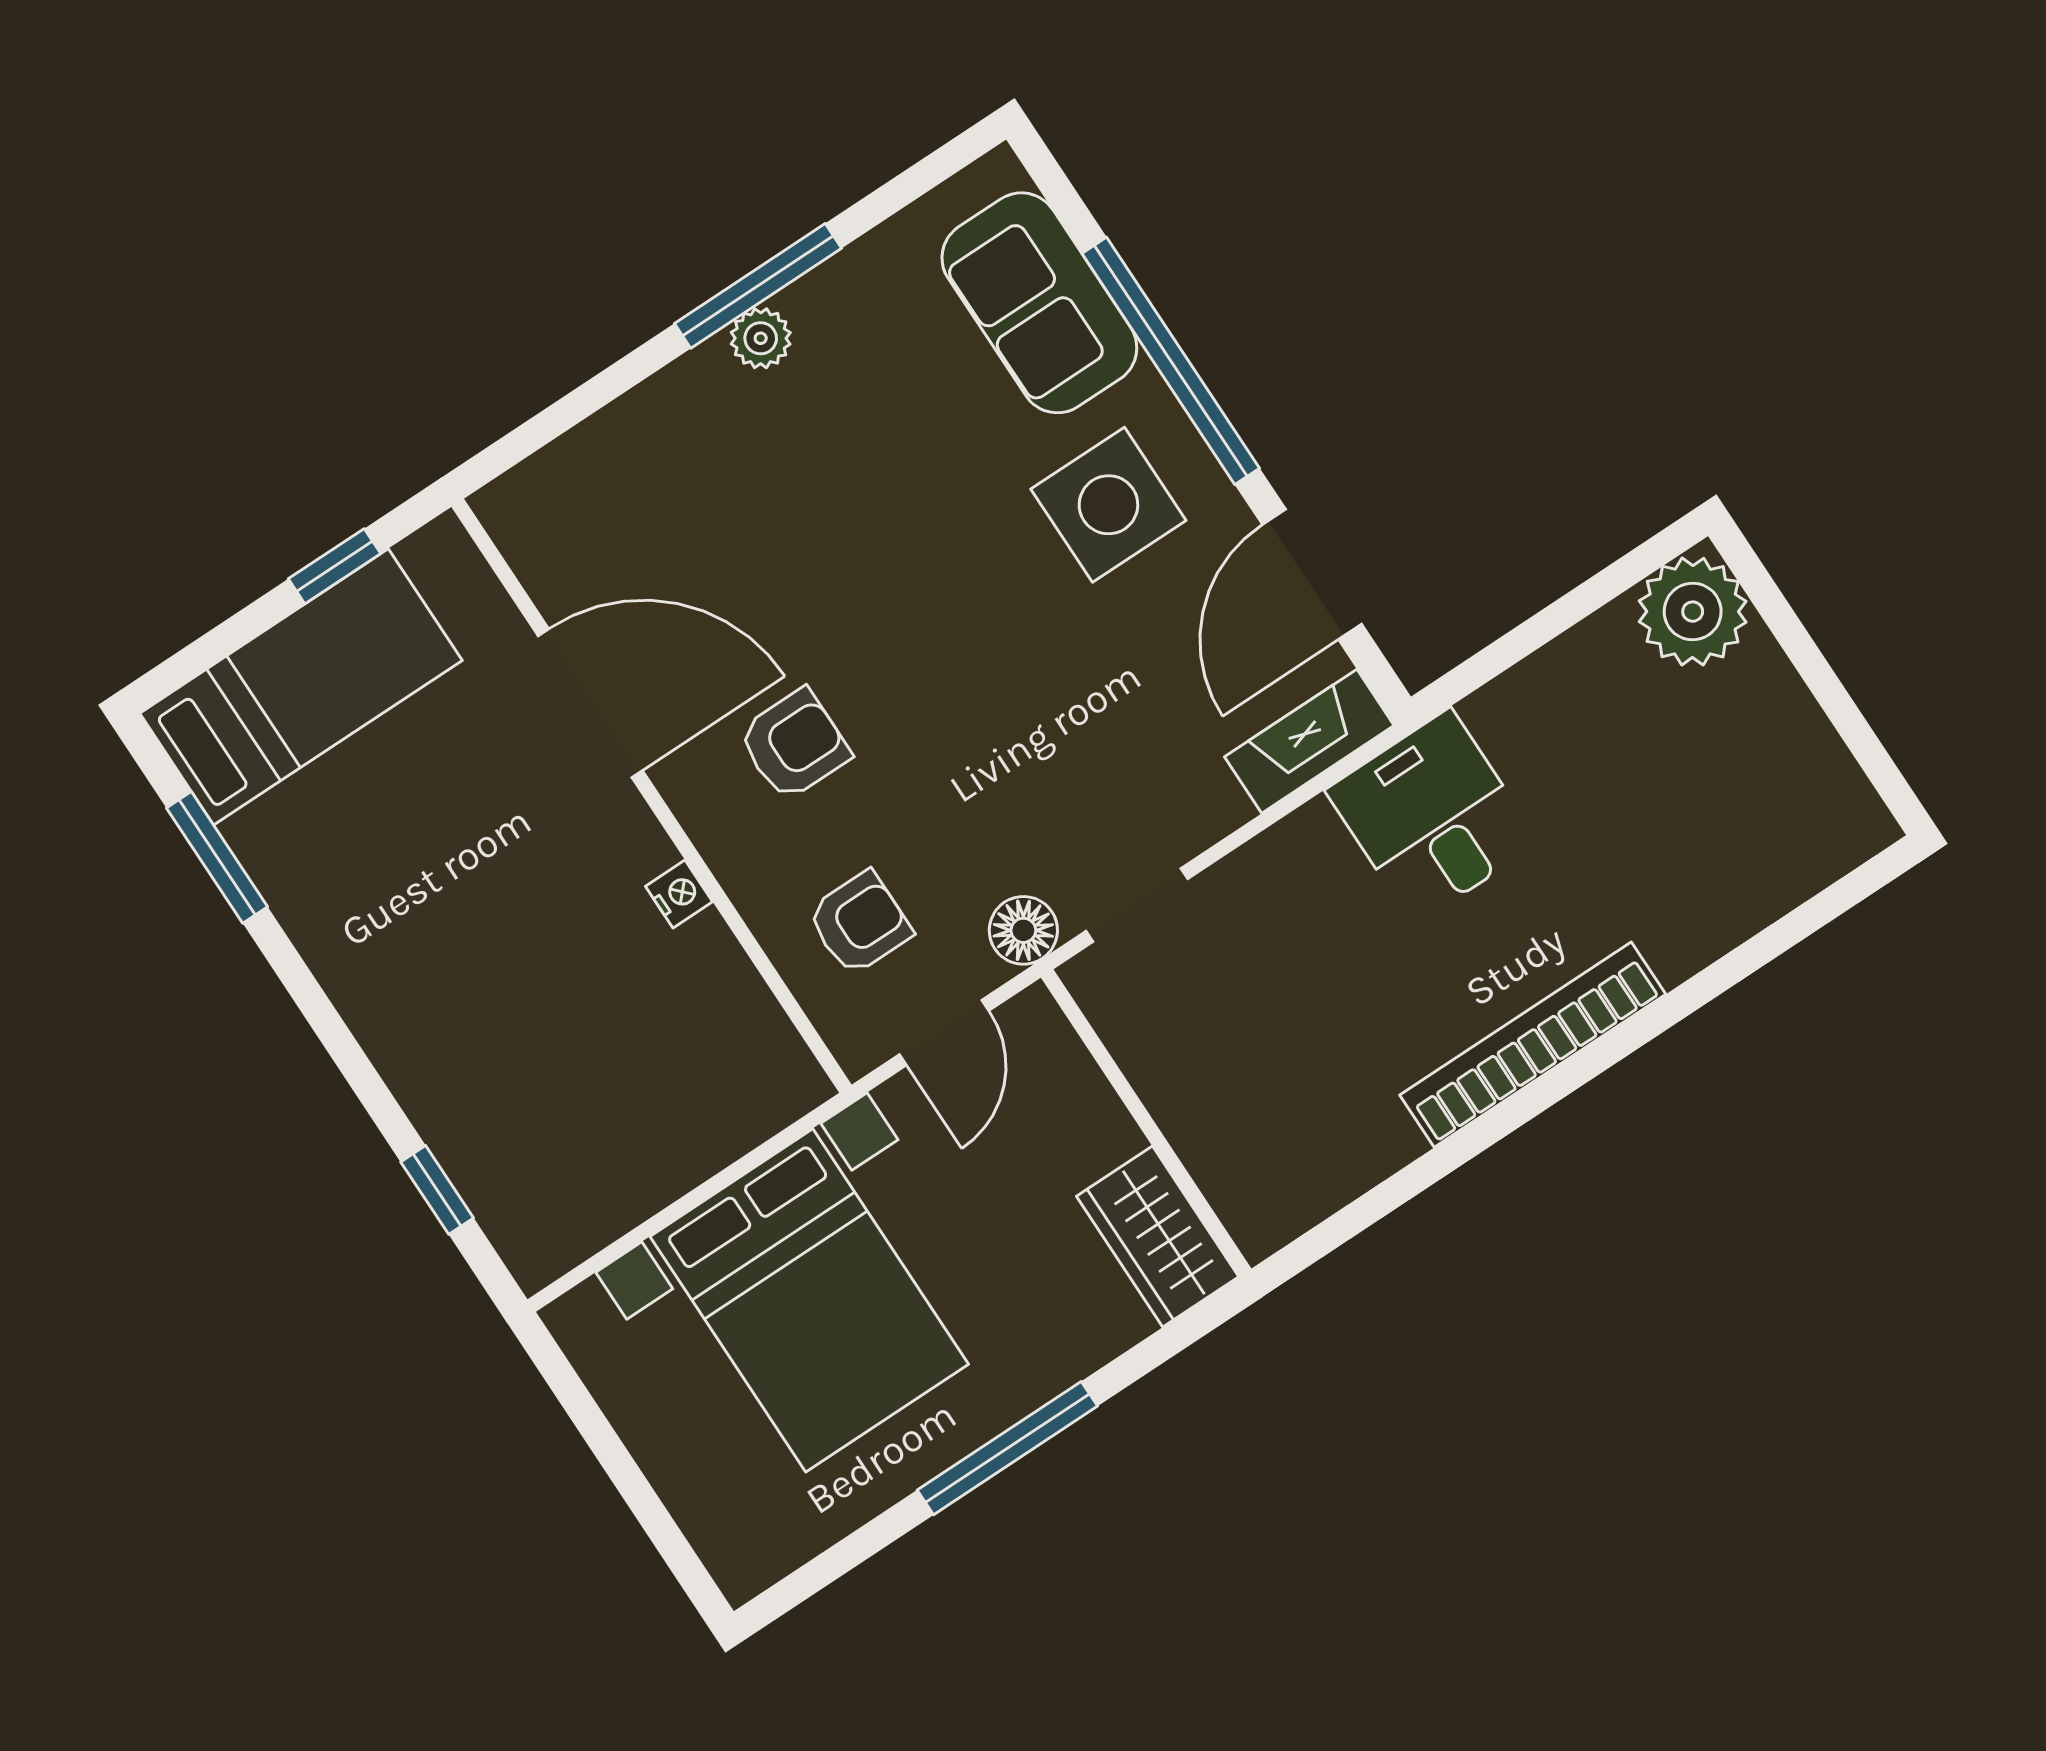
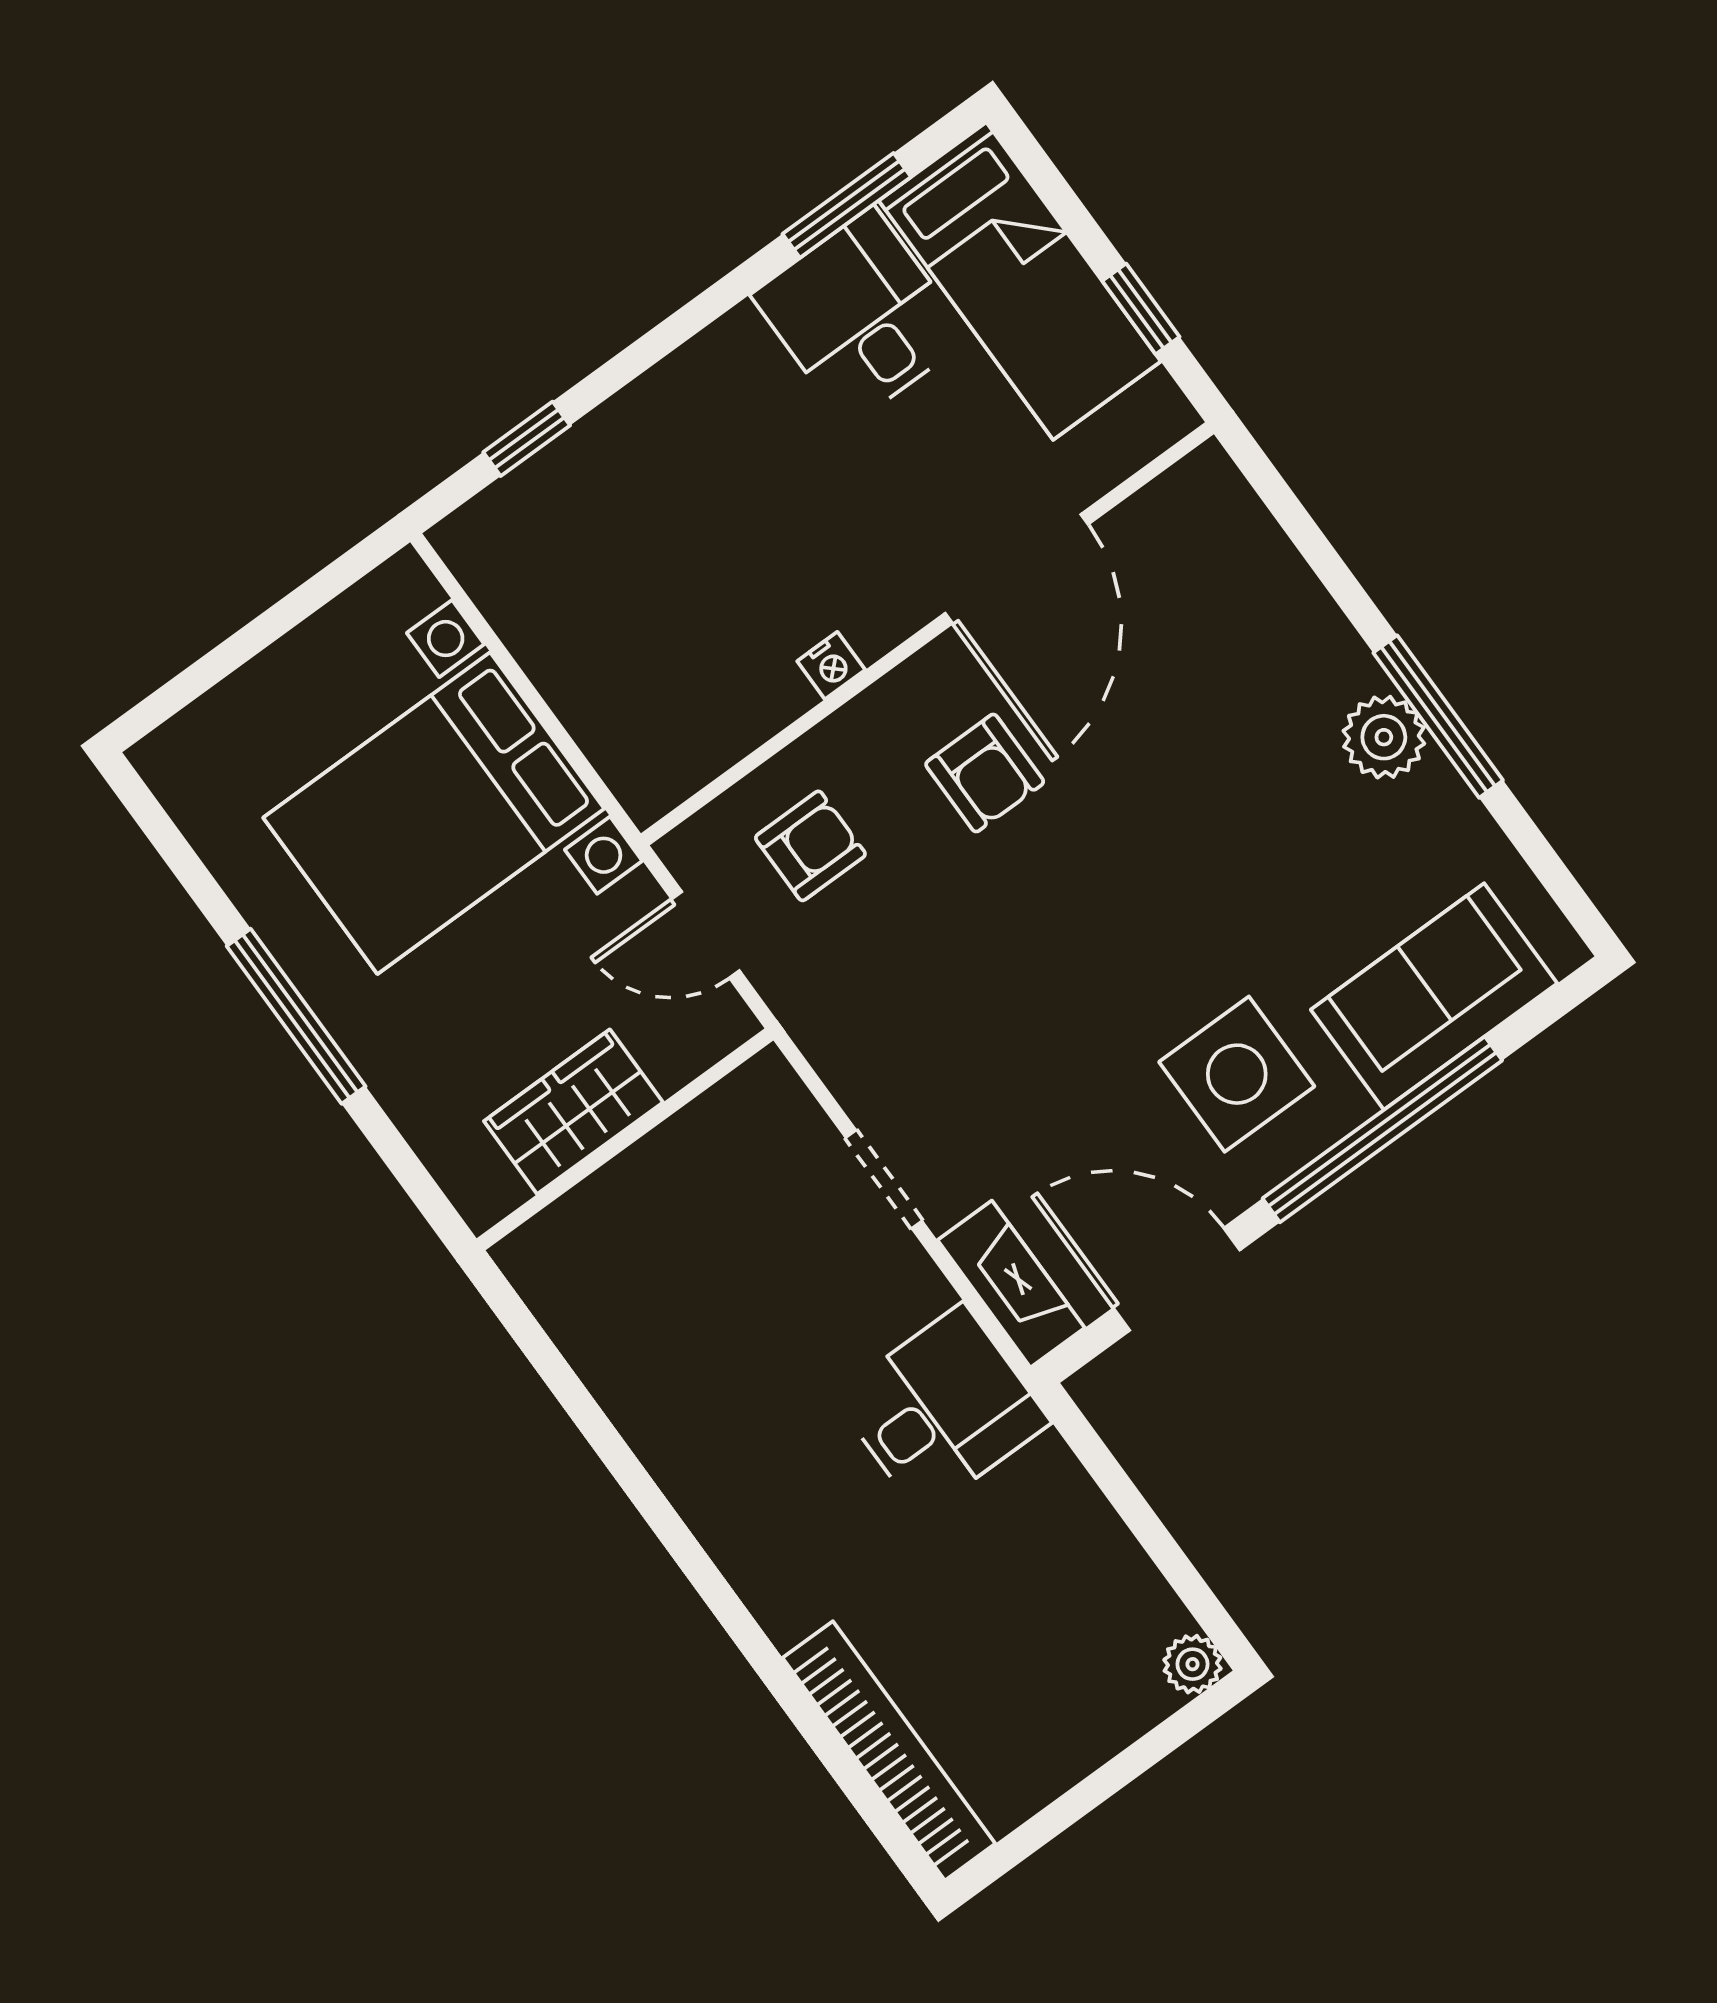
plant: (761, 338) -> (1384, 737), width x1.38, depth x1.38
plant: (1693, 612) -> (1192, 1664), width x0.53, depth x0.53
desk: (329, 849) -> (860, 317), added
doorway: (1137, 905) -> (884, 1179), moved
armchair: (860, 923) -> (810, 846), turned -90
floor lamp: (1023, 930) -> (811, 1009), removed
bookcase: (1533, 1045) -> (889, 1751), moved
wardrobe: (1158, 1236) -> (573, 1112), moved

